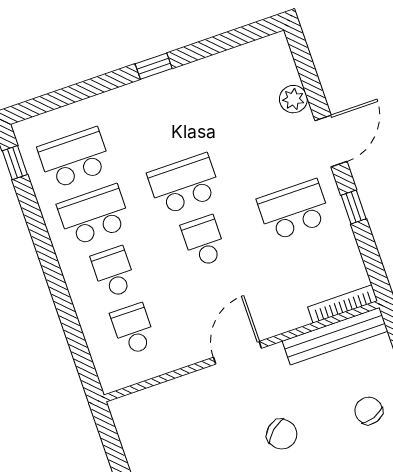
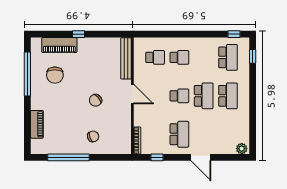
window: (154, 66) -> (253, 56), moved
plant: (293, 99) -> (242, 149), moved
window: (354, 207) -> (157, 157), moved
school desk: (94, 215) -> (228, 96), moved
bench: (335, 336) -> (126, 58), moved

